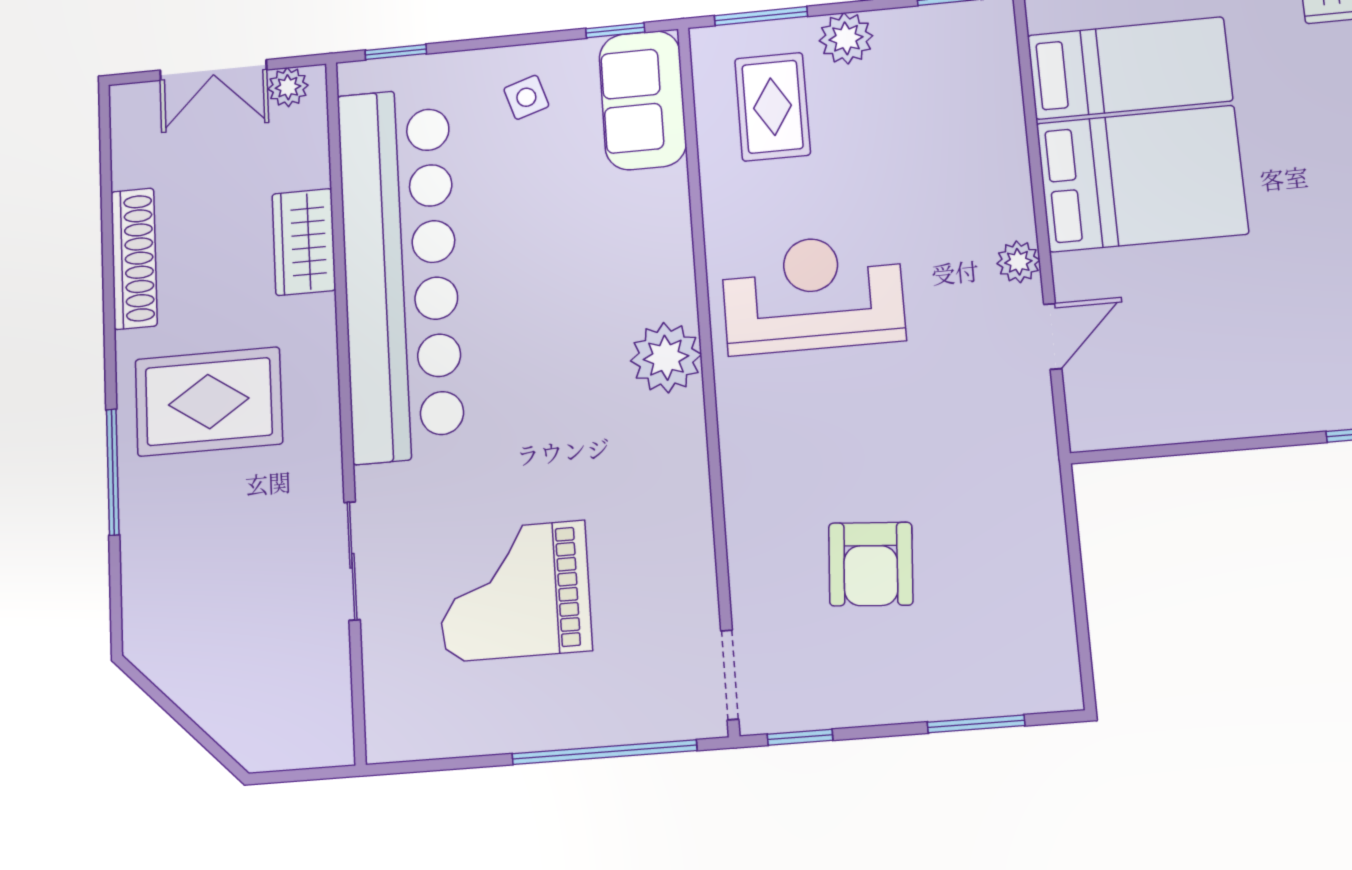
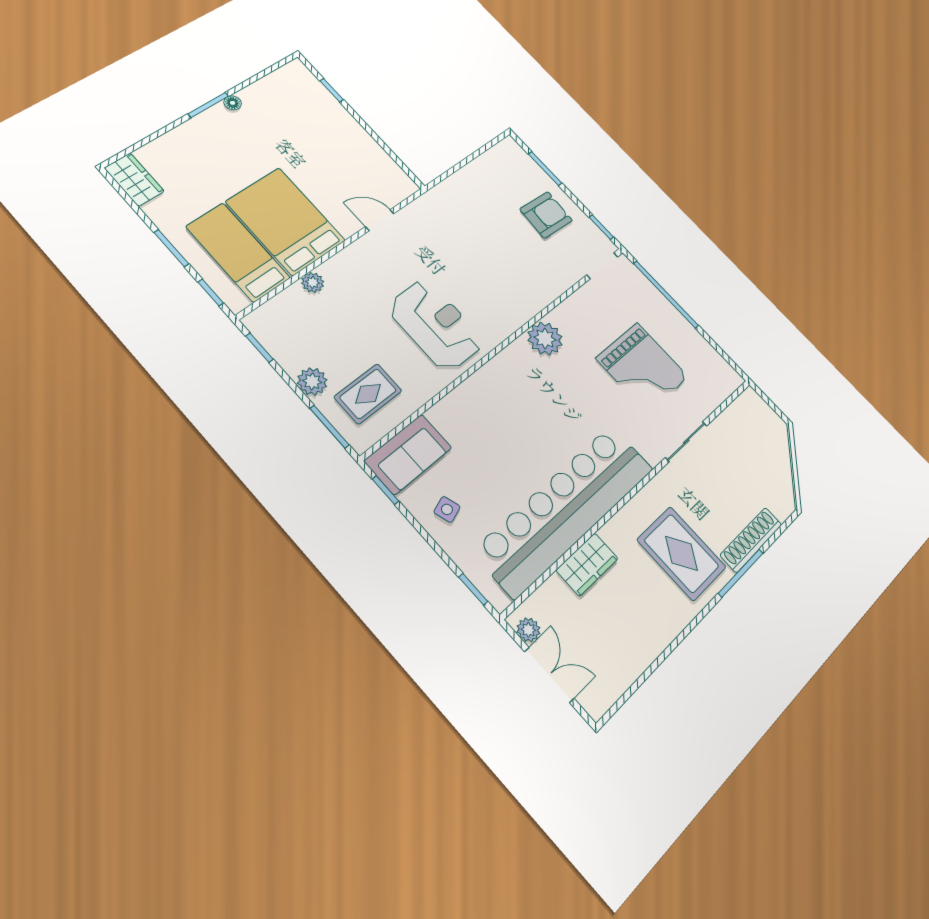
shoe rack: (134, 259) -> (751, 540), moved
plant: (1018, 262) -> (313, 282), moved
reception desk: (813, 294) -> (436, 325), turned 180
plant: (666, 358) -> (545, 339), moved
armchair: (871, 564) -> (546, 215), moved

